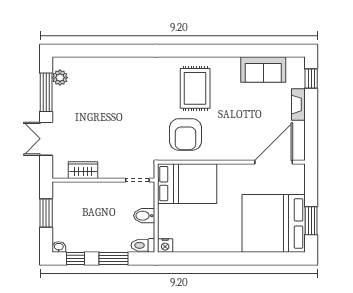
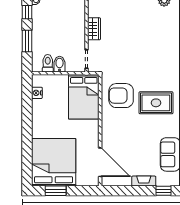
wardrobe: (83, 170) -> (94, 29), moved
toilet: (143, 245) -> (48, 63), moved
nightstand: (165, 245) -> (37, 93), moved

